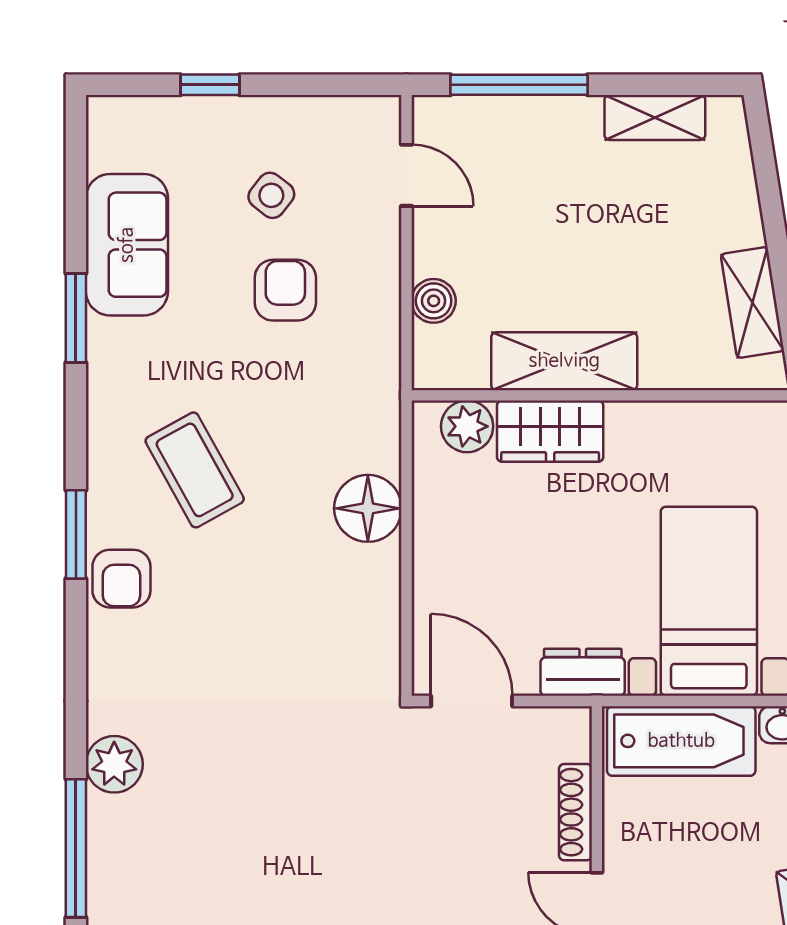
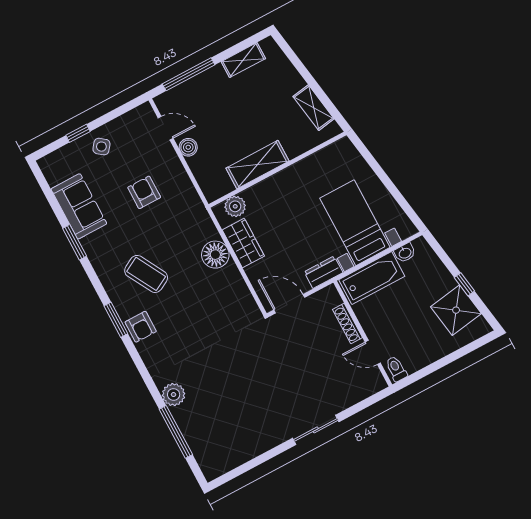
side table: (271, 195) -> (101, 147), moved
boiler: (434, 301) -> (188, 147), moved
wardrobe: (550, 431) -> (243, 243), moved, turned -90

